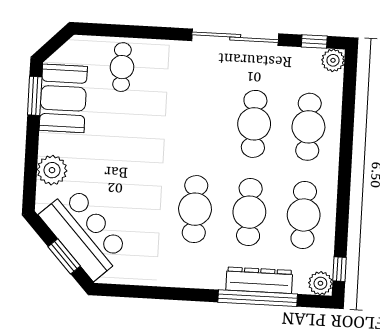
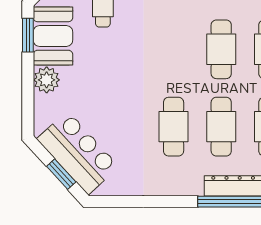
plant: (52, 170) -> (47, 80), moved

